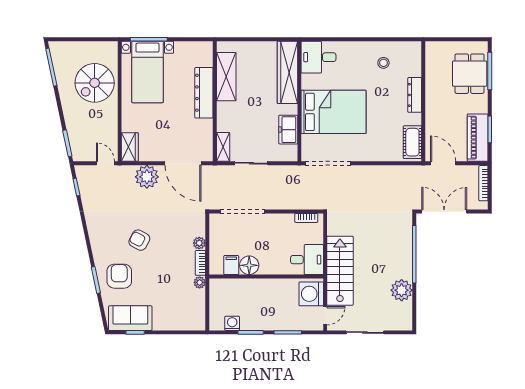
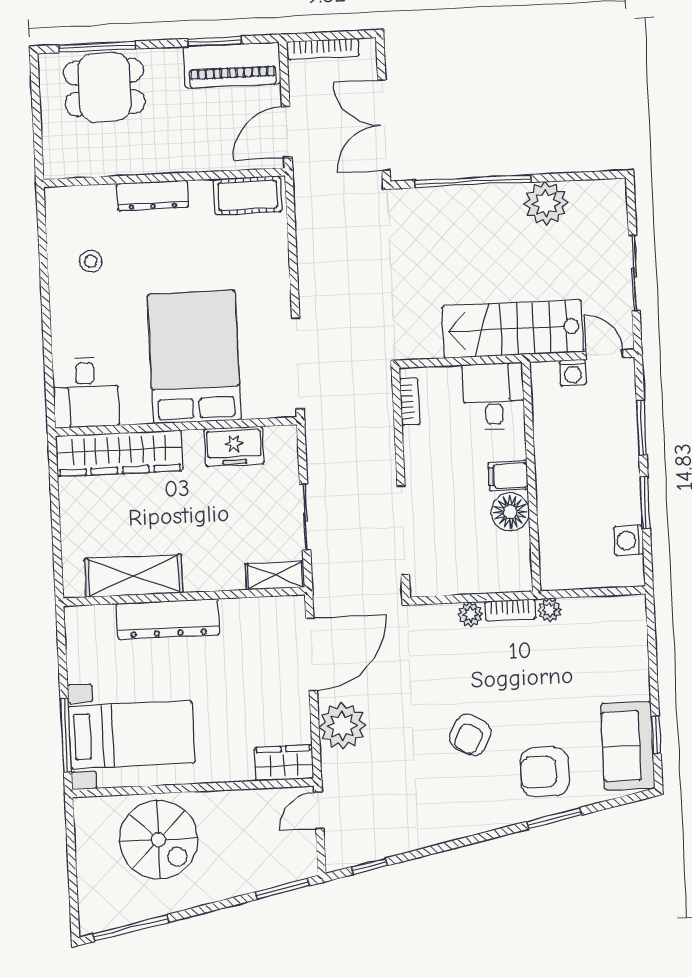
filing cabinet: (231, 265) -> (508, 476), moved
washing machine: (311, 294) -> (573, 373), width x0.53, depth x0.53

